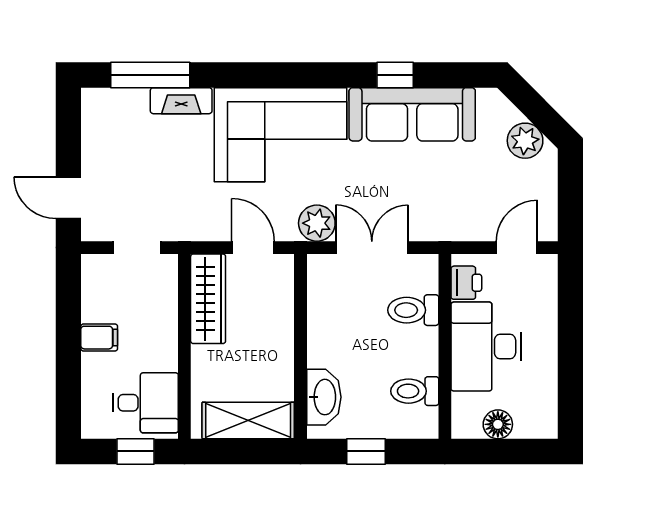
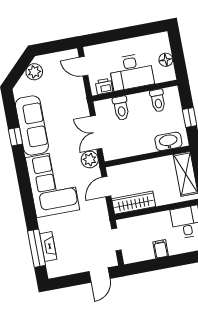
fireplace: (181, 101) -> (48, 247), moved

